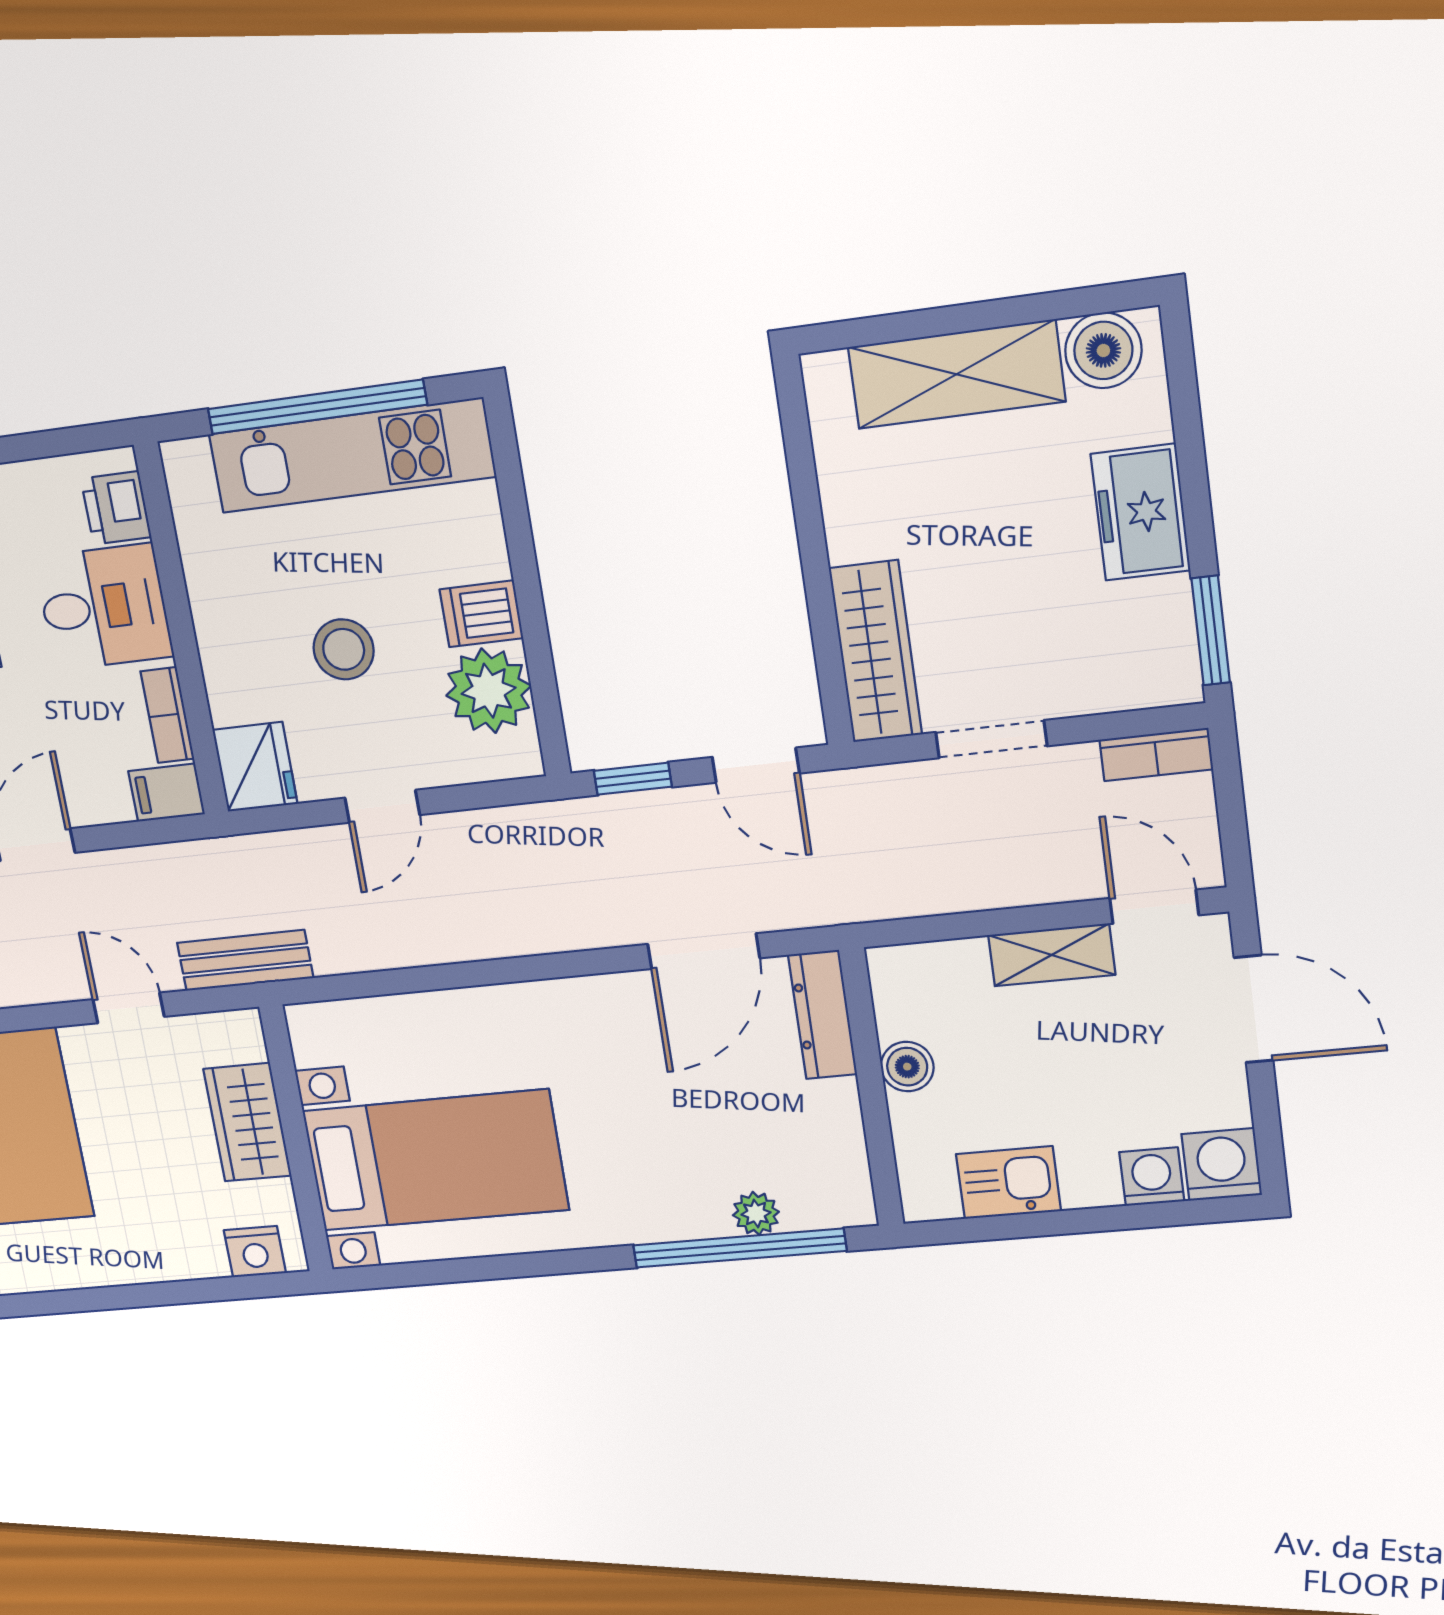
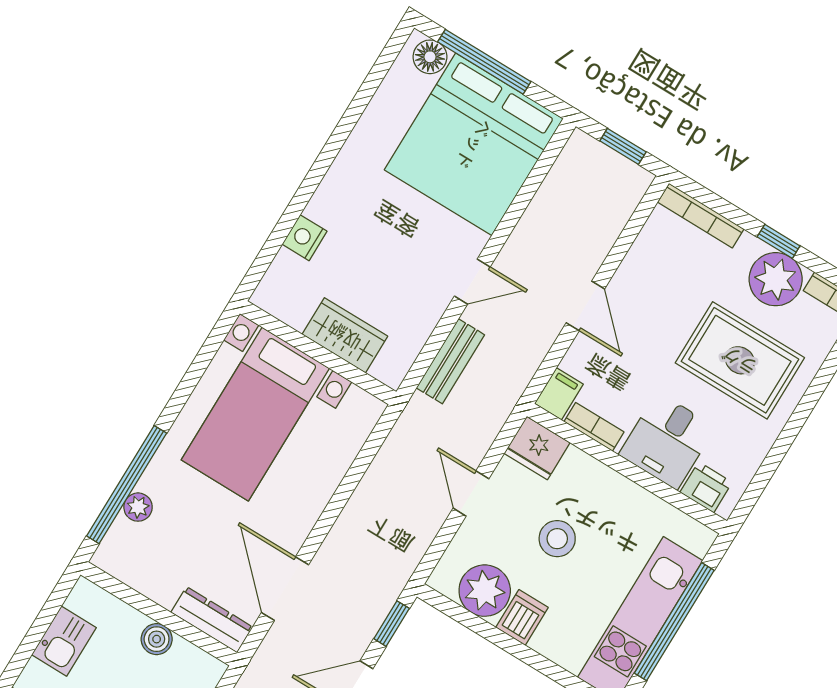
wardrobe: (247, 1122) -> (345, 335), moved
wall: (296, 1139) -> (318, 353), moved
bed with nightstands: (435, 1160) -> (255, 414), moved

